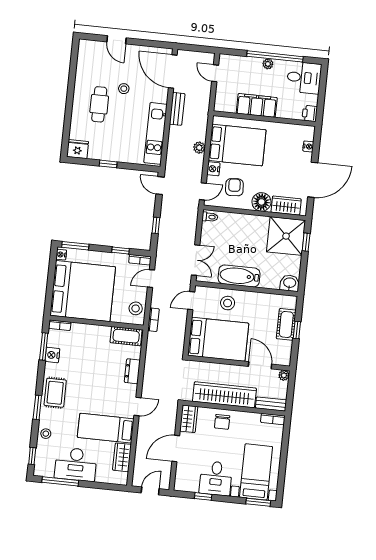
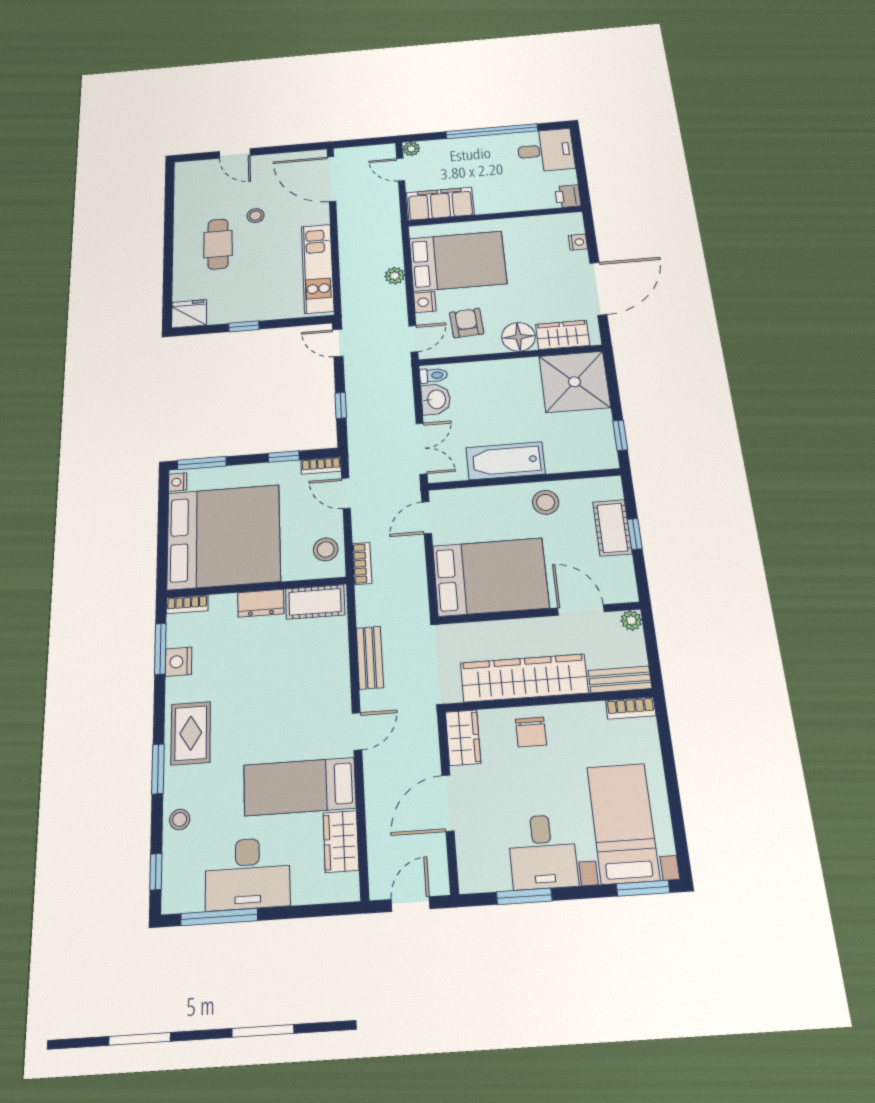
plant: (268, 64) -> (411, 149), moved
filing cabinet: (257, 105) -> (440, 204), moved
bench: (177, 109) -> (370, 658), moved
window: (306, 242) -> (620, 435), moved
door: (151, 279) -> (346, 493), hinge flipped
washbasin: (290, 283) -> (436, 399), moved, turned 90
stool: (228, 303) -> (546, 502), moved
dresser: (132, 371) -> (261, 603), moved, turned -90
window: (203, 496) -> (524, 896), width x1.50

